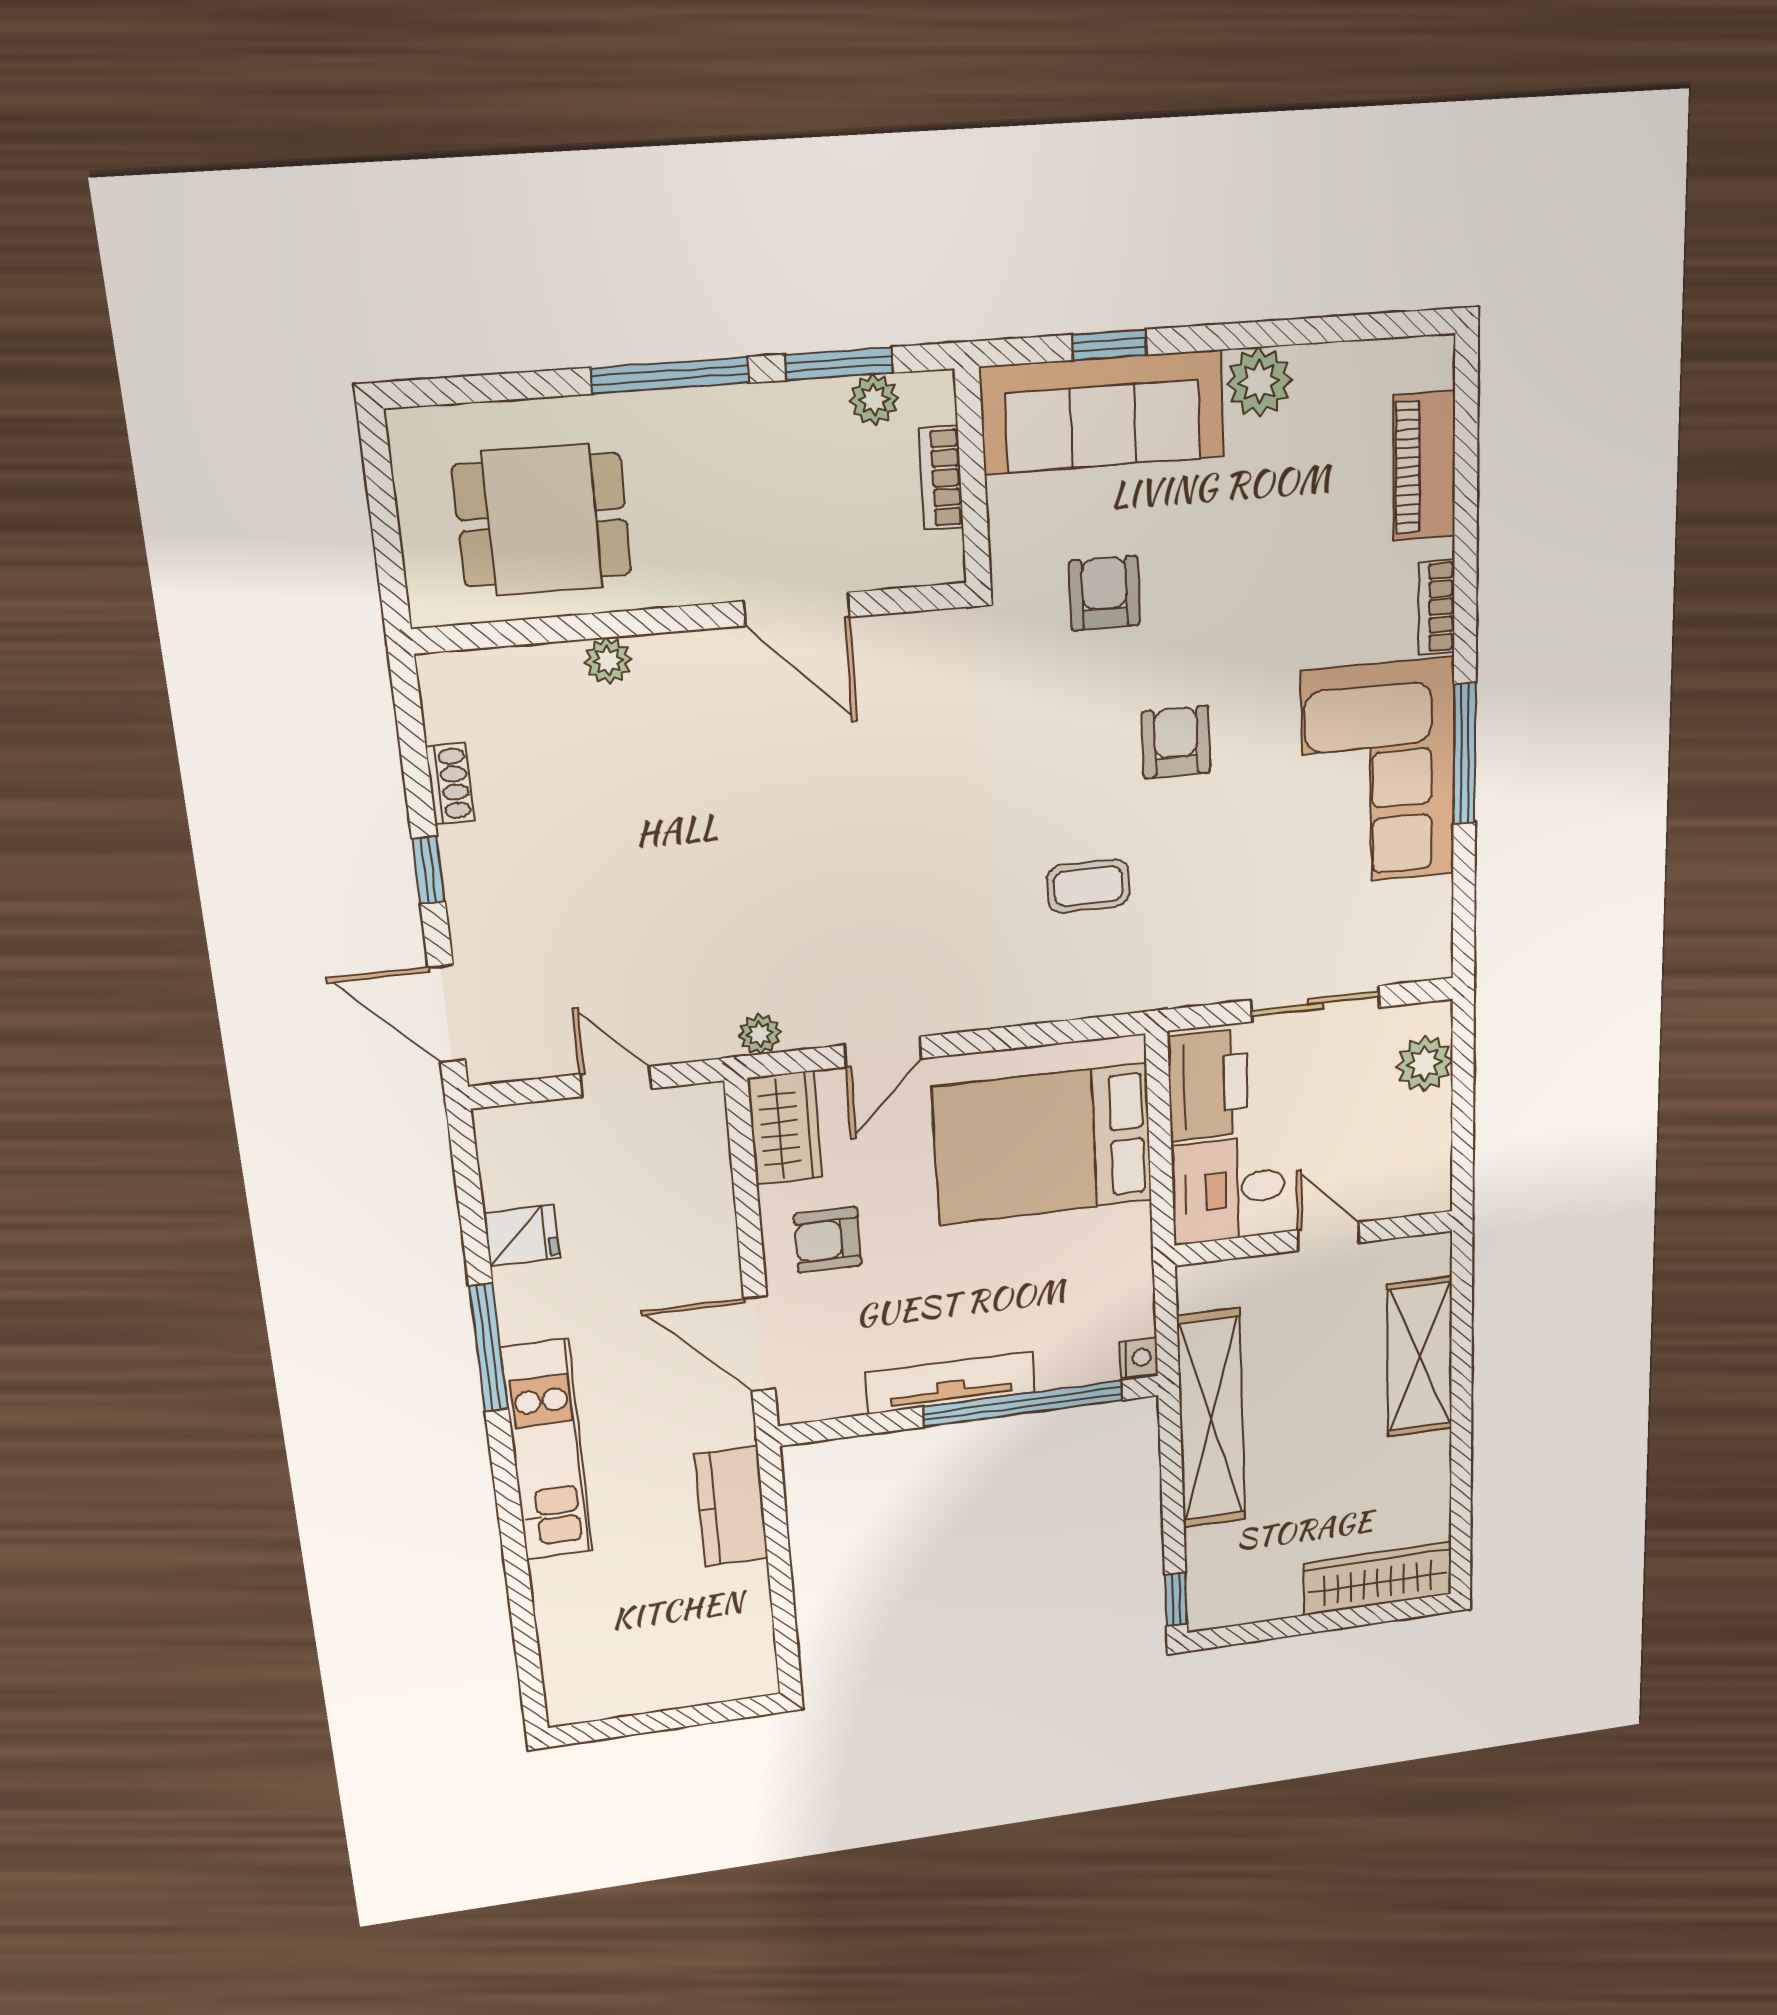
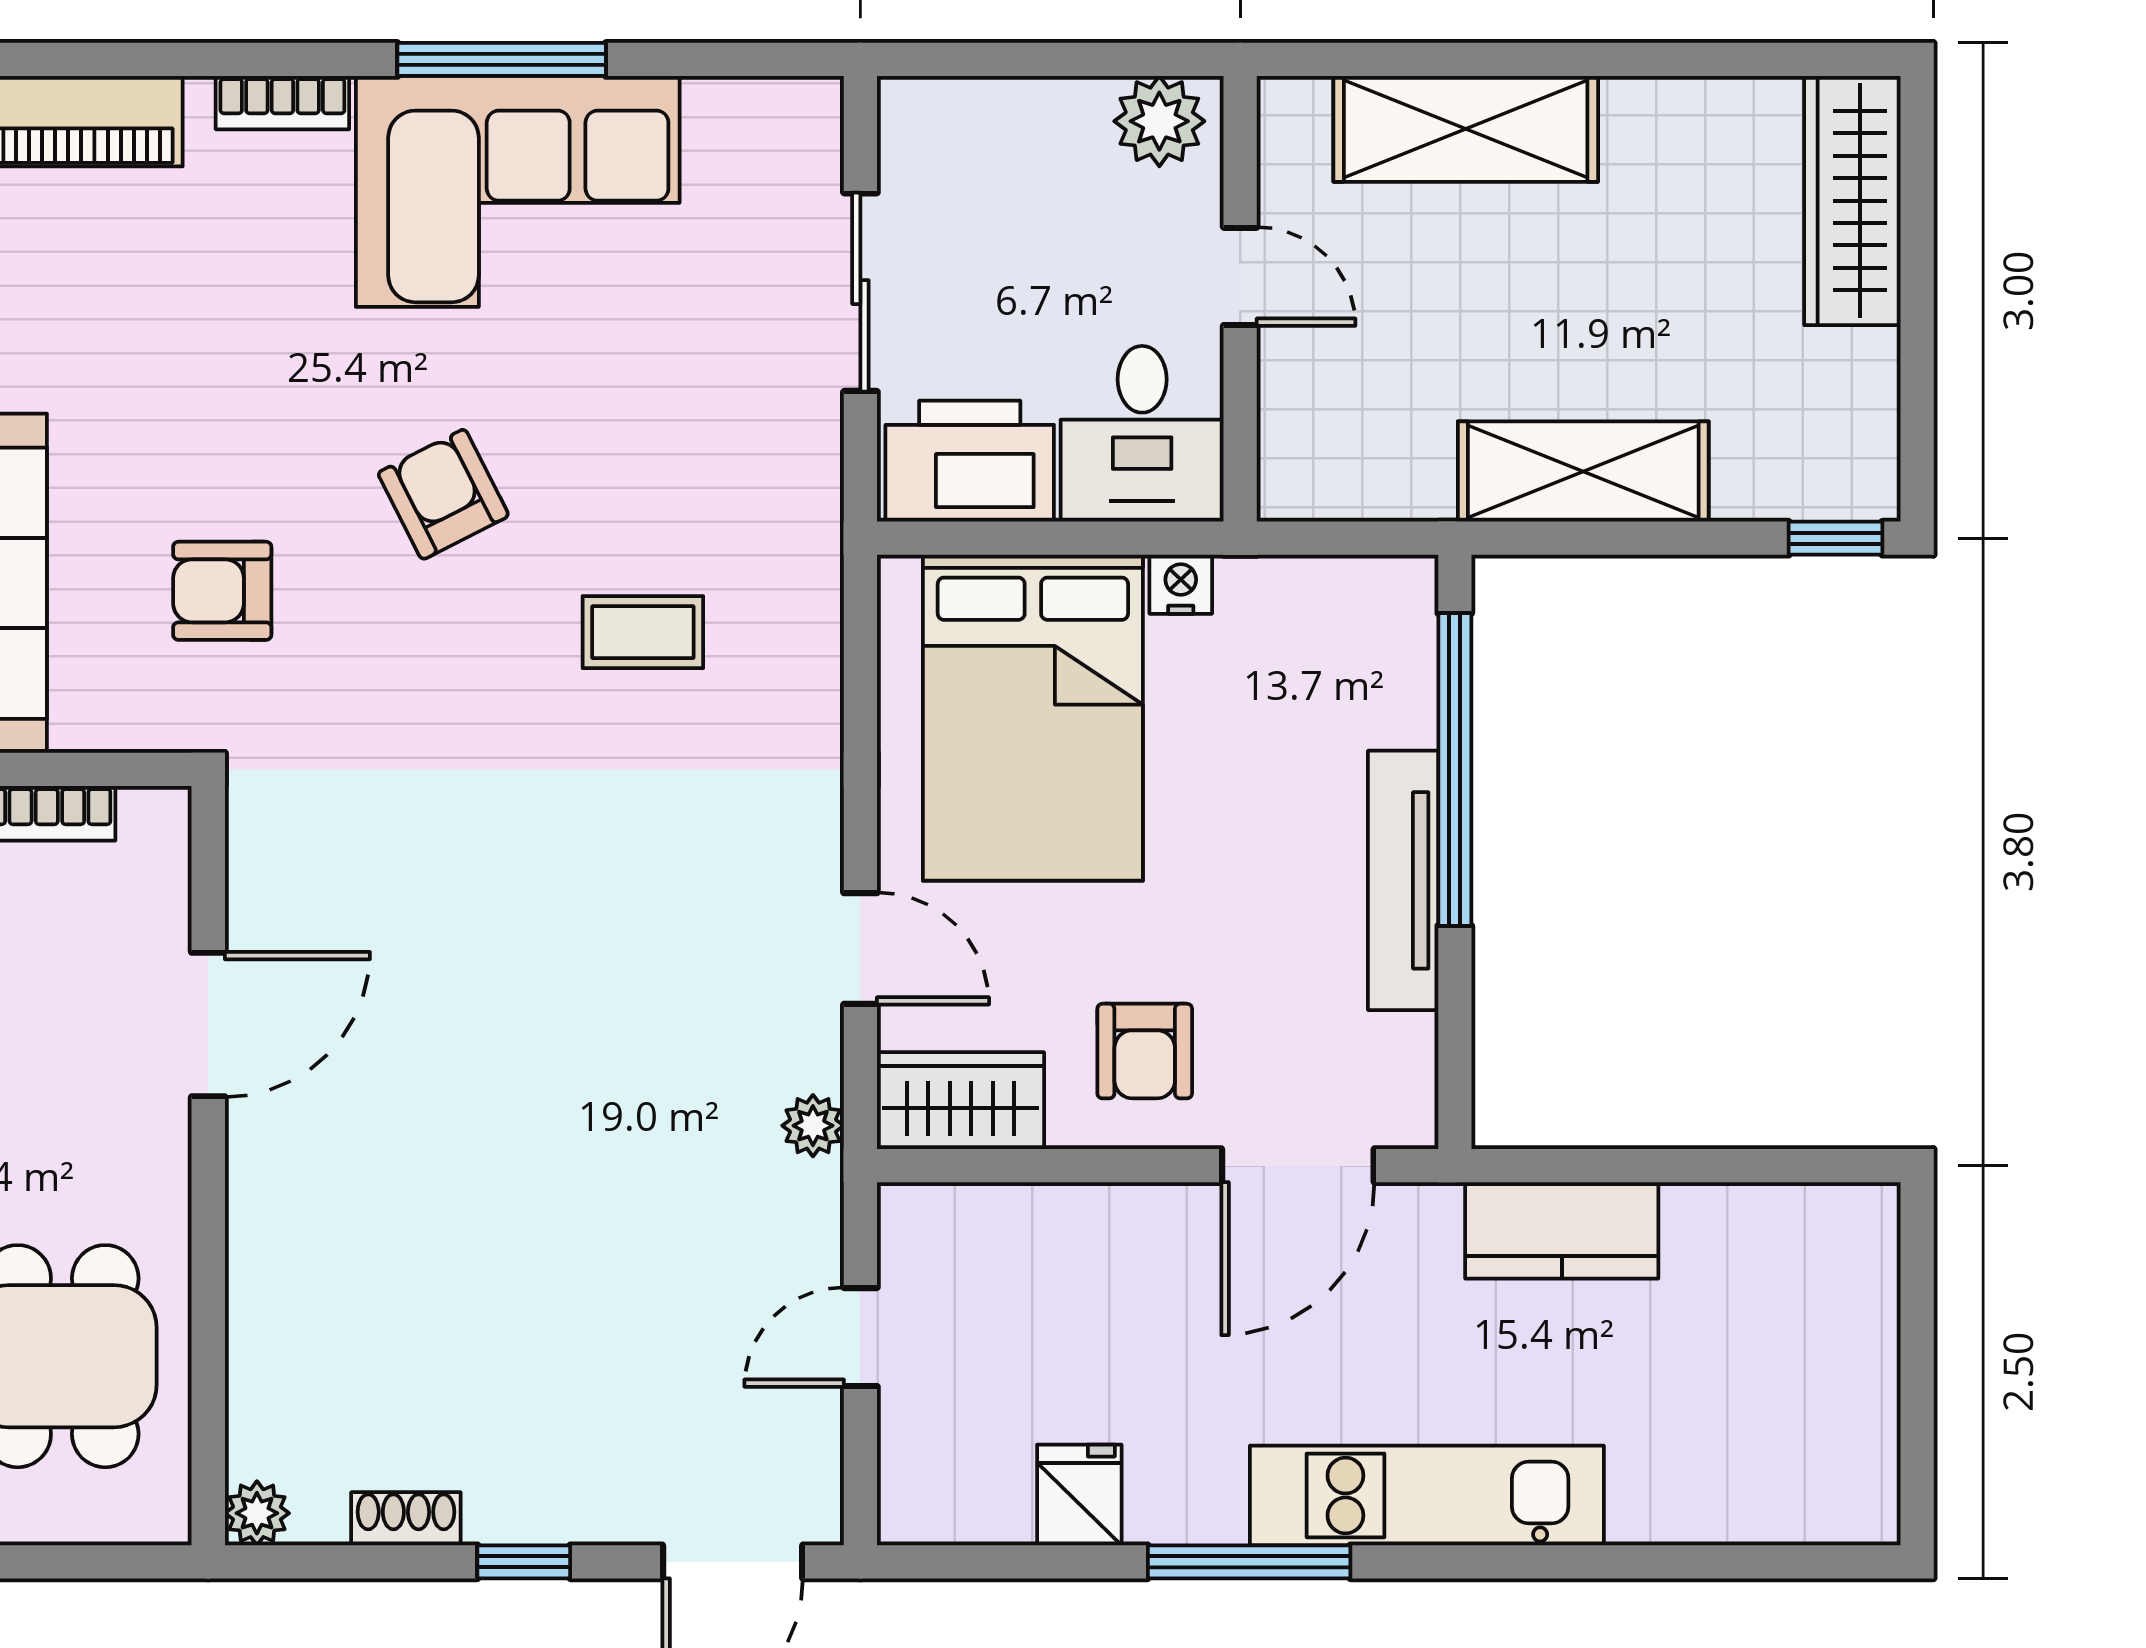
plant: (608, 661) -> (257, 1513), moved
armchair: (1176, 742) -> (443, 494), turned 63
coffee table: (1088, 886) -> (643, 632), turned 90
plant: (1424, 1064) -> (1159, 121), moved
door: (1328, 1236) -> (1240, 276), swing flipped
nightstand: (1139, 1358) -> (1181, 584), moved
shelving: (1211, 1419) -> (1583, 472), width x0.68

